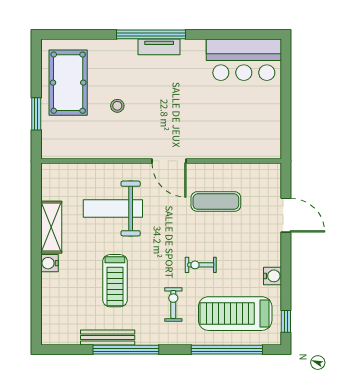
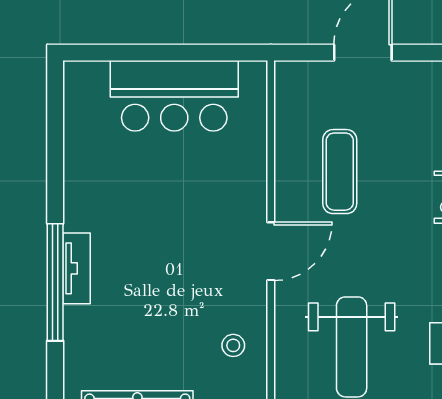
bar counter: (244, 60) -> (174, 96), moved, turned 90
stool: (117, 106) -> (233, 345), moved

